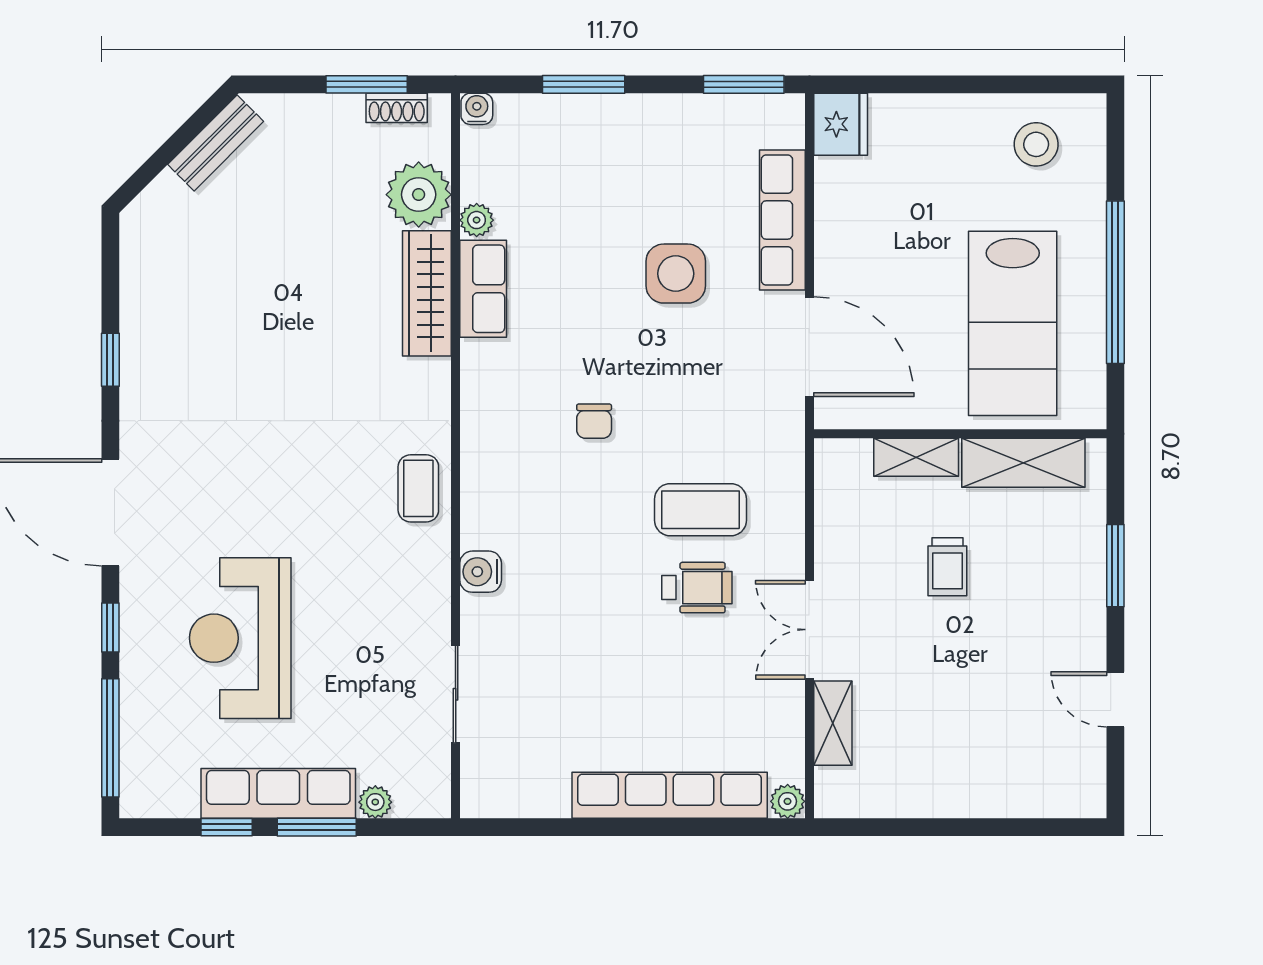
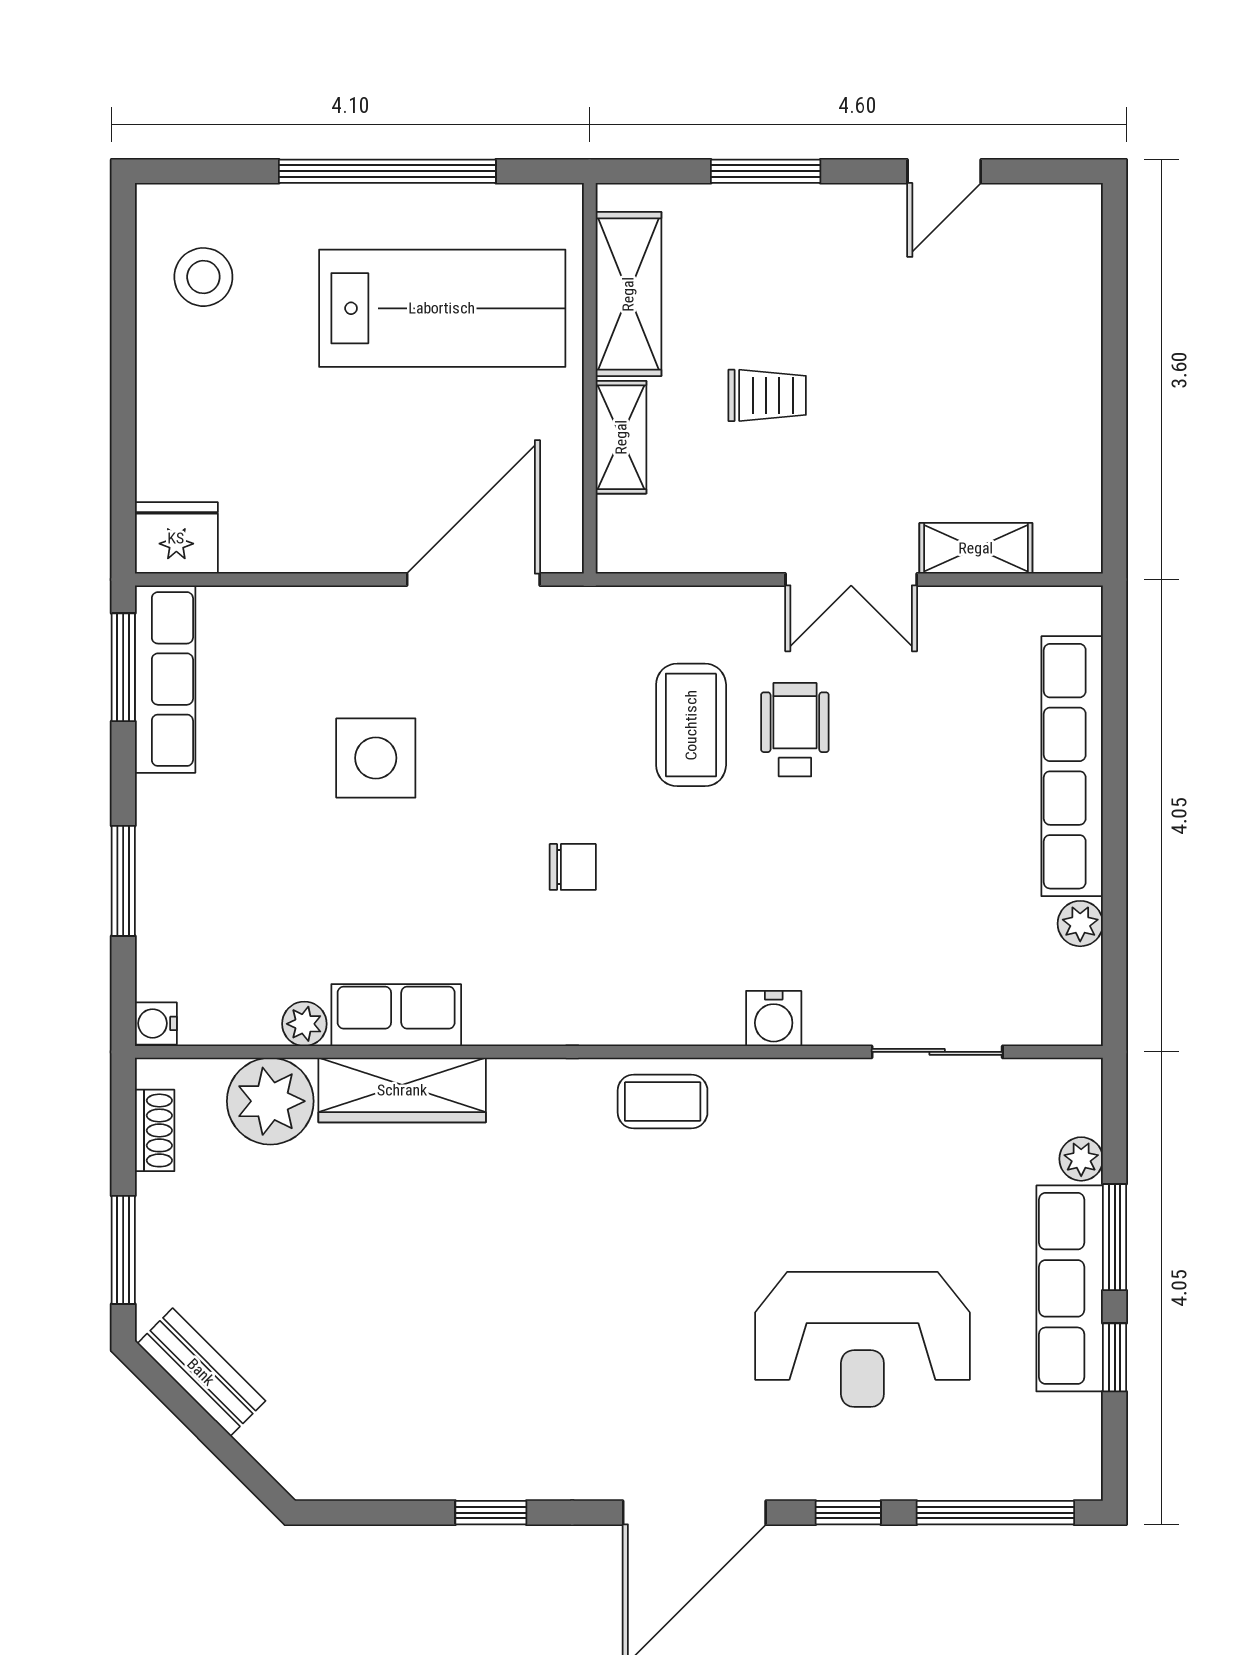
window: (367, 84) -> (123, 1250), moved
row of seats: (782, 220) -> (165, 679), moved, turned -90
plant: (788, 801) -> (1080, 924), moved

